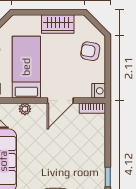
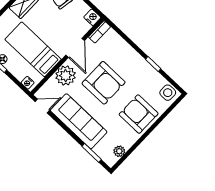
plant: (25, 109) -> (66, 76), width x1.87, depth x1.87
armchair: (54, 151) -> (104, 83), added

